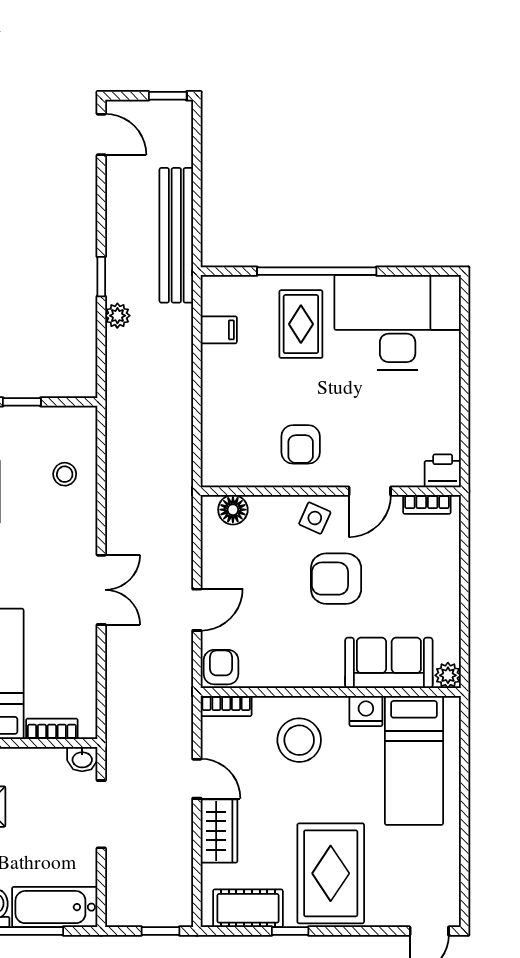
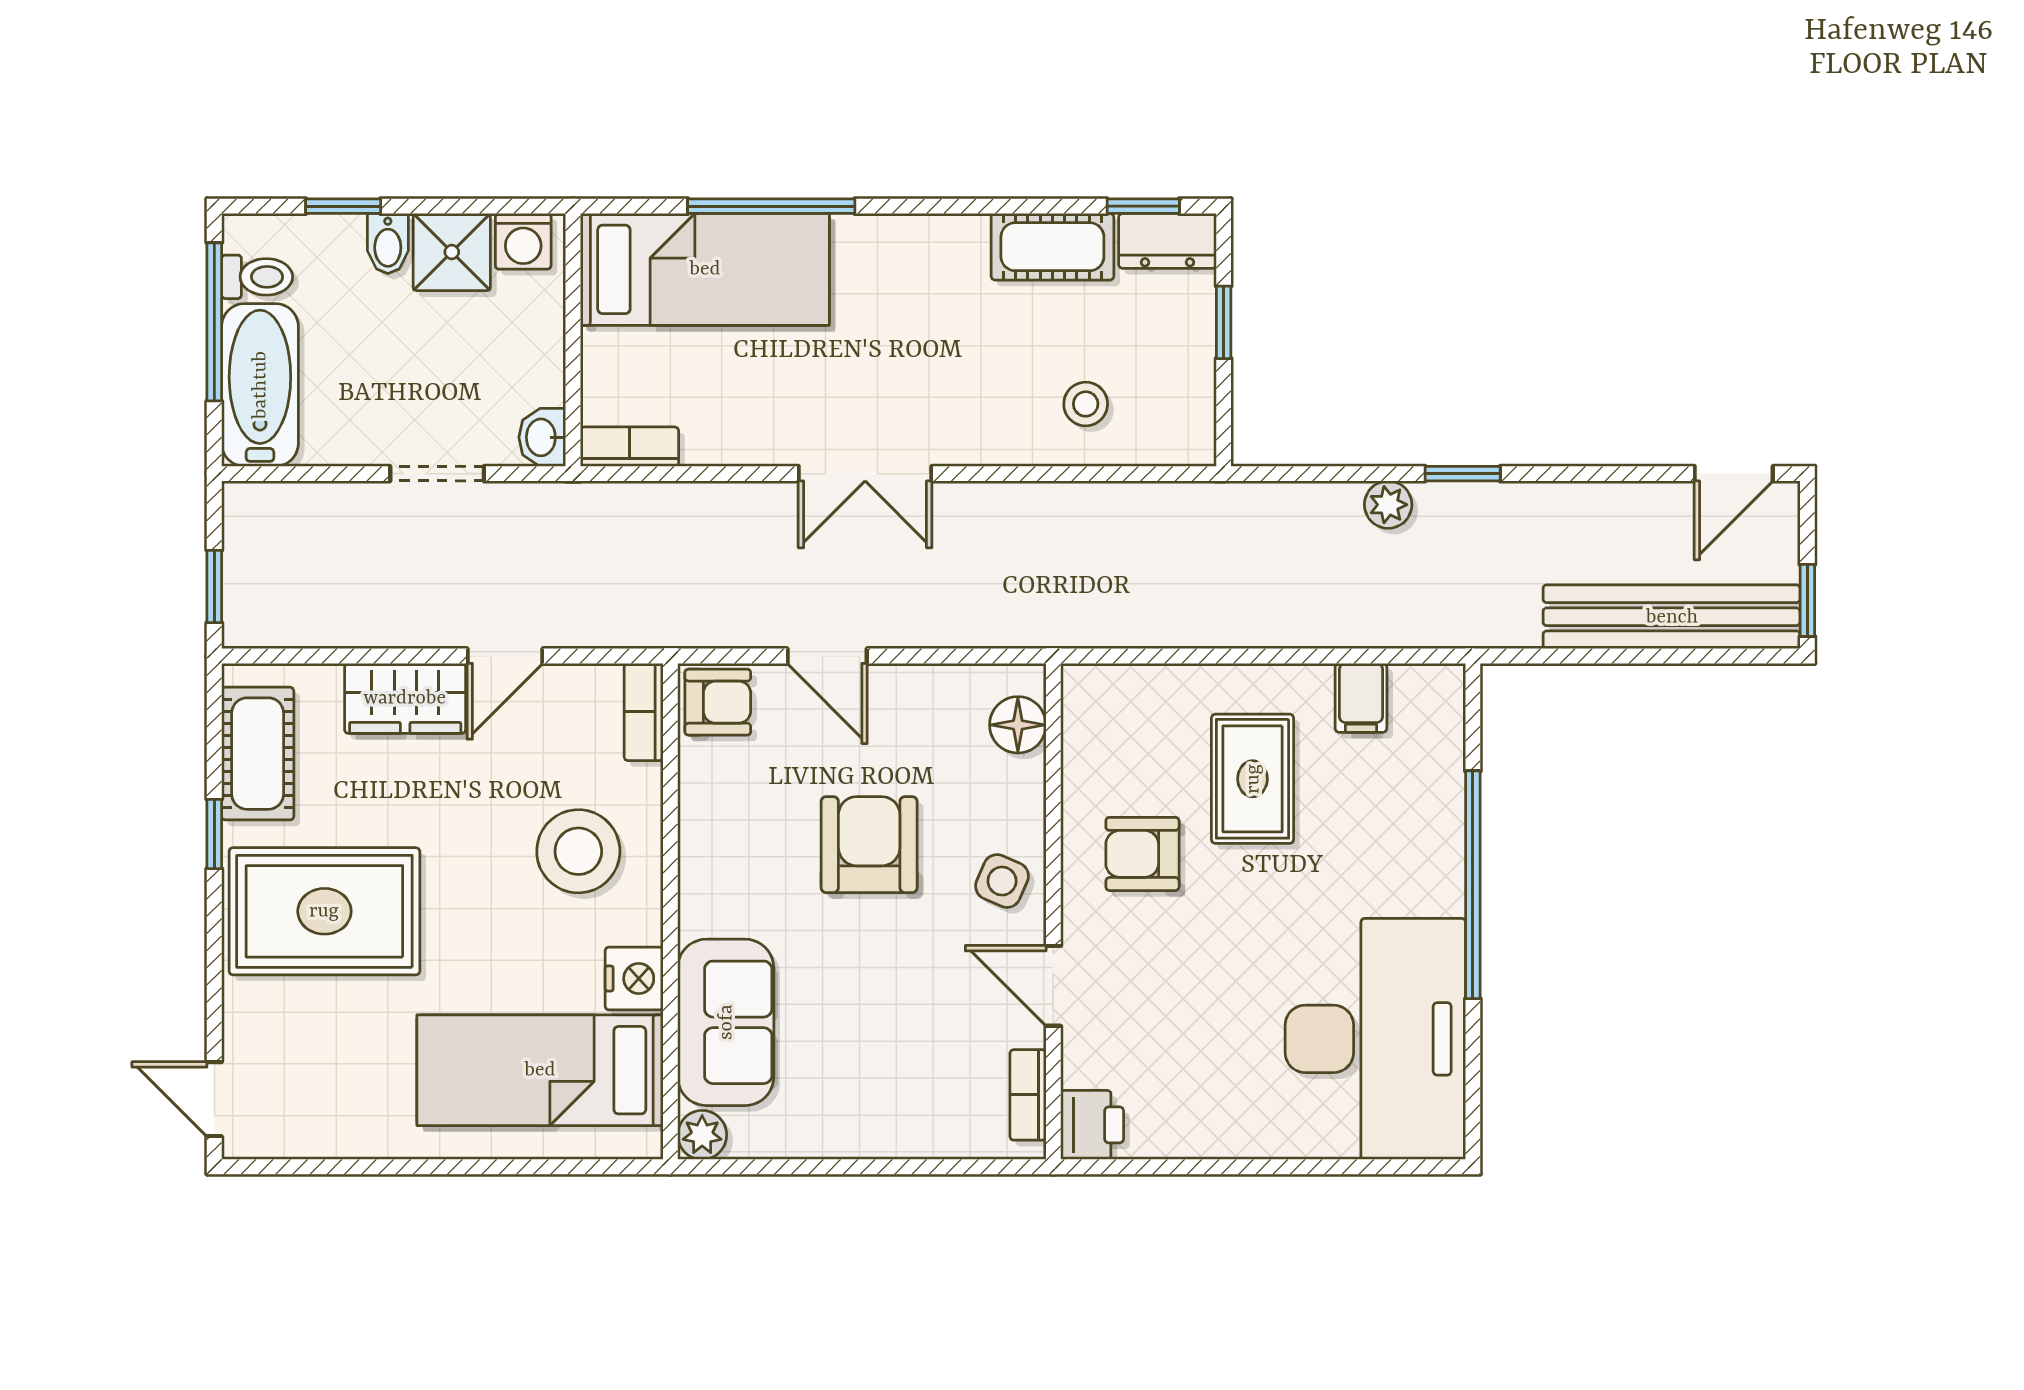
bench: (176, 235) -> (1672, 617), moved
rug: (301, 324) -> (1253, 779), moved, turned 90
armchair: (336, 579) -> (869, 845), moved
bookcase: (52, 729) -> (629, 447), moved, turned -90
doorway: (101, 814) -> (437, 474), width x0.73

